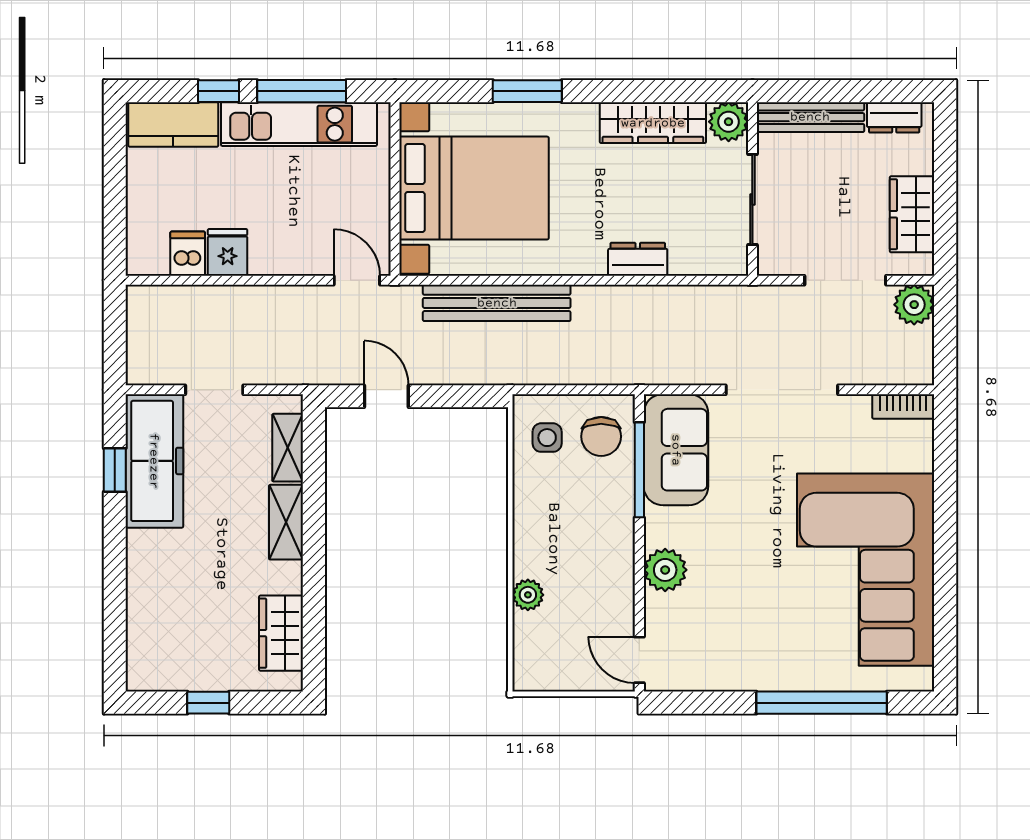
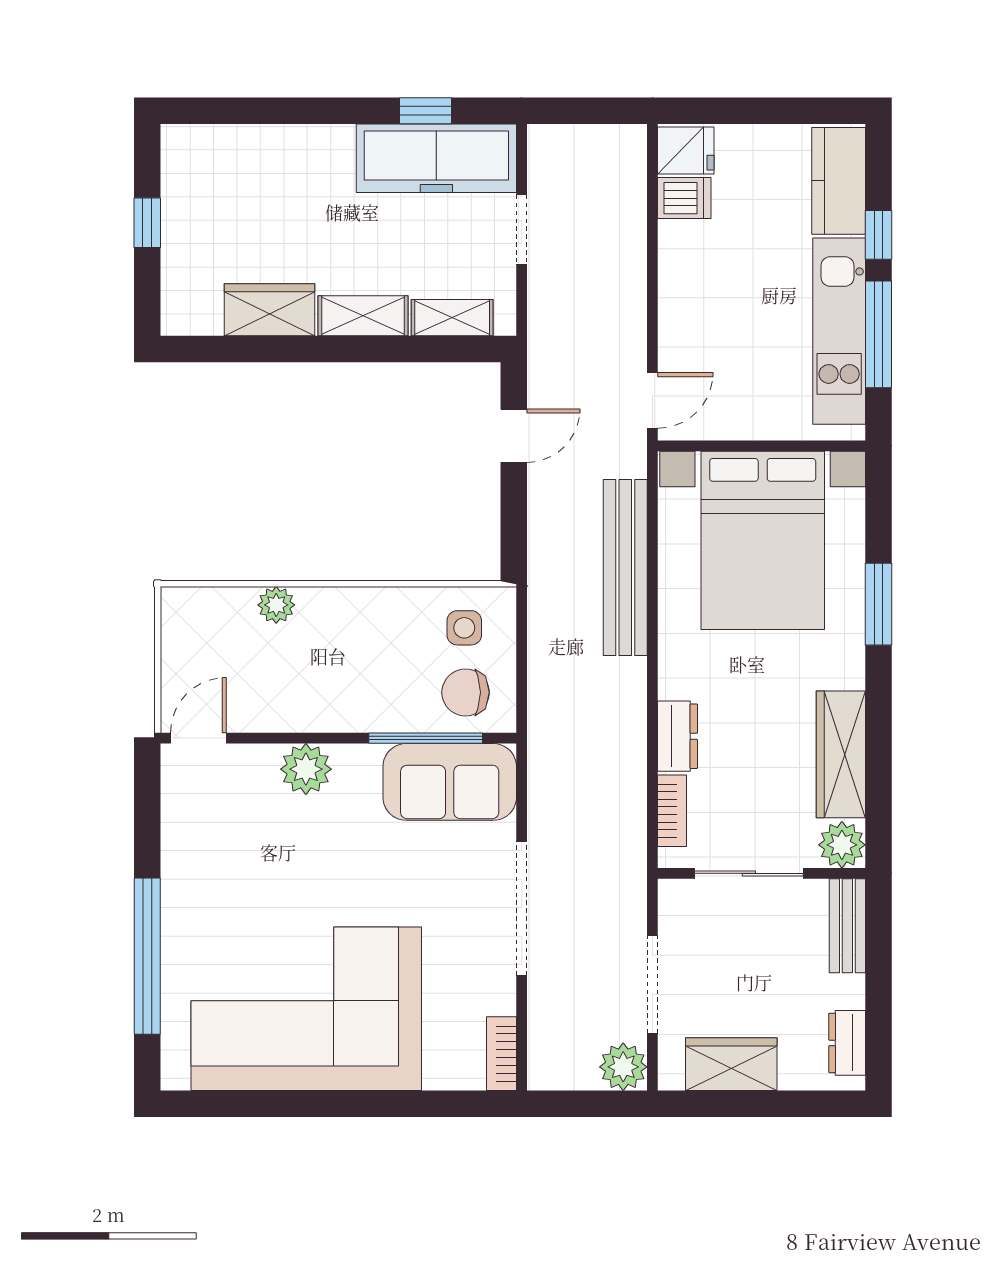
bench: (810, 117) -> (847, 926), width x0.73
fridge: (228, 252) -> (686, 150), moved
bookcase: (700, 264) -> (672, 811), added
wardrobe: (281, 633) -> (270, 310), moved

